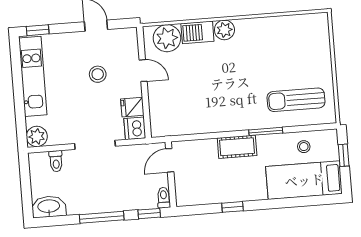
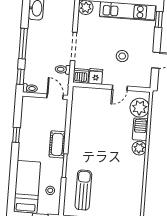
toilet: (56, 161) -> (63, 69), moved

